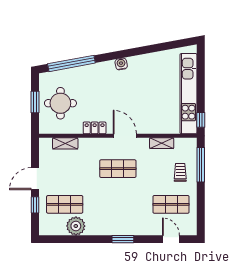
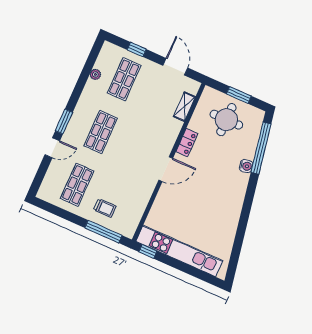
water cooler: (121, 64) -> (246, 166), moved
shelving: (162, 143) -> (142, 202), removed
shop shelf: (118, 169) -> (101, 132), moved
door: (35, 179) -> (175, 67), moved
plant: (76, 226) -> (95, 74), width x0.53, depth x0.53
door: (171, 239) -> (52, 148), moved

